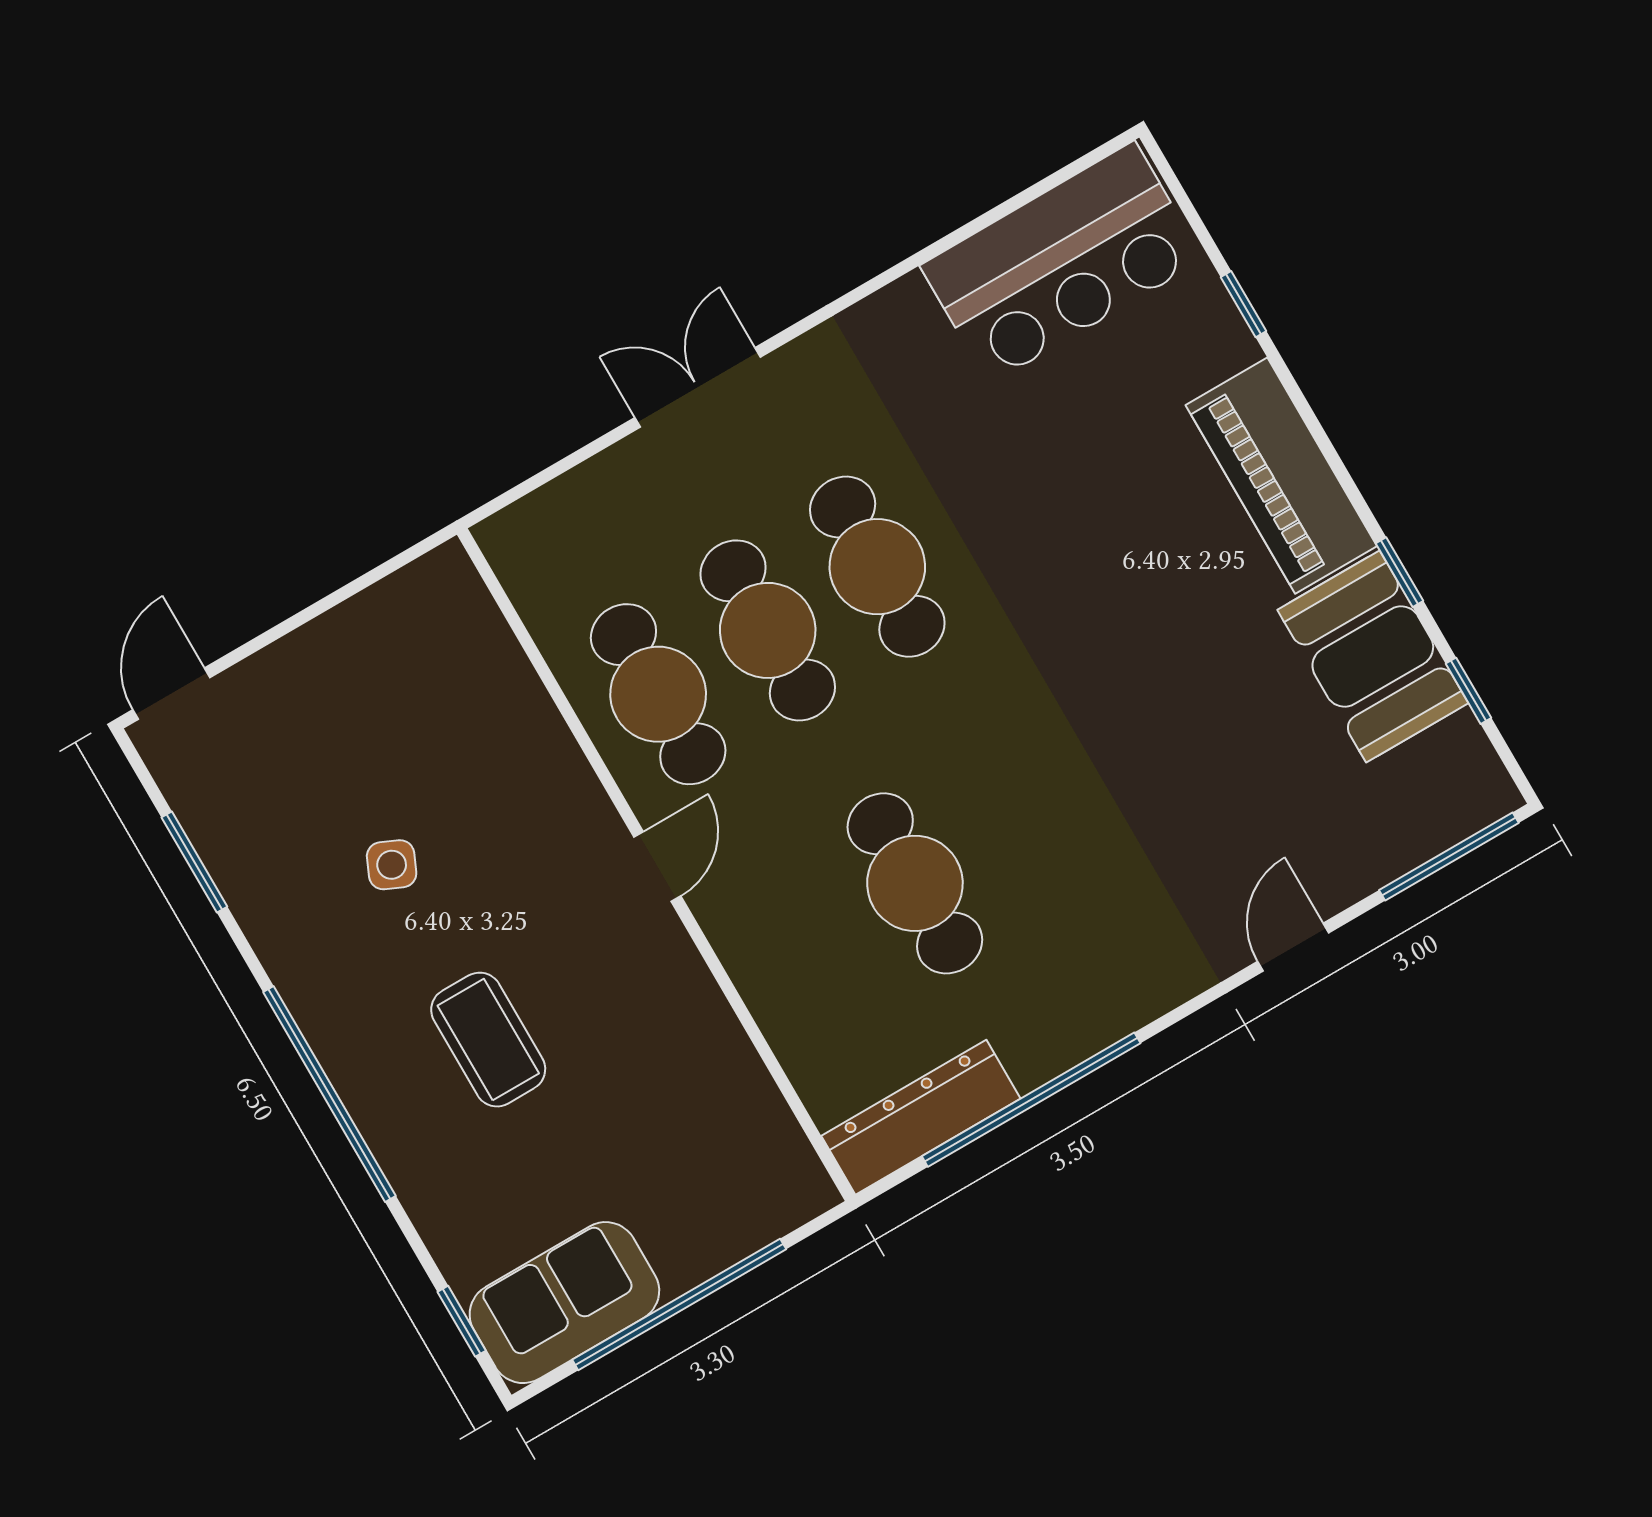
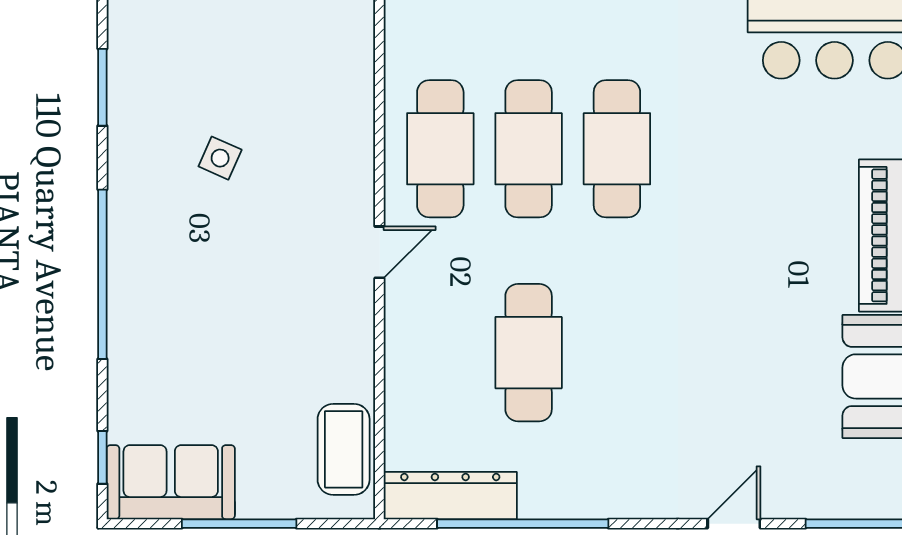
coffee table: (488, 1040) -> (344, 449), moved
window: (679, 1304) -> (239, 524), width x0.68

